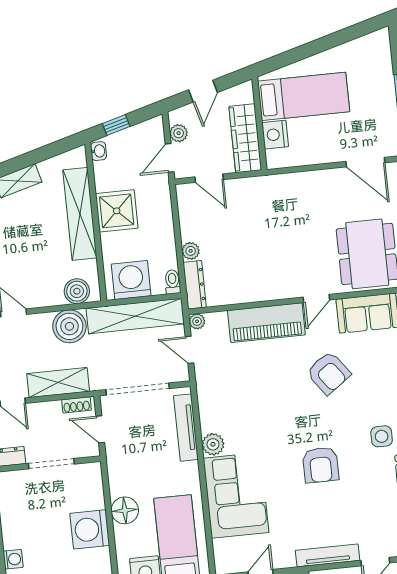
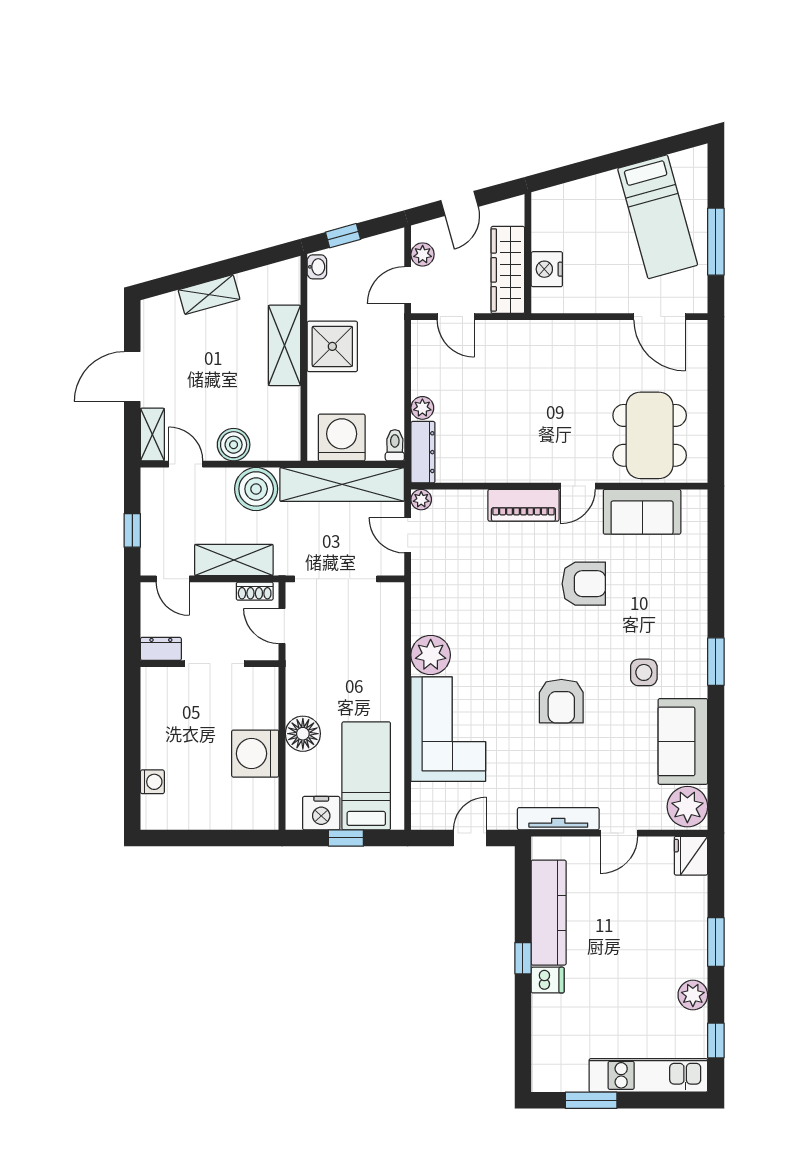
bed: (304, 96) -> (658, 217), moved, turned 75
shelving: (80, 214) -> (284, 345), width x0.68
boiler: (77, 291) -> (234, 445), moved
piano: (266, 323) -> (523, 505), width x0.73, depth x0.75
armchair: (328, 373) -> (584, 584), turned -54
tv unit: (186, 428) -> (393, 635), removed
plant: (213, 444) -> (431, 655), width x1.36, depth x1.36

